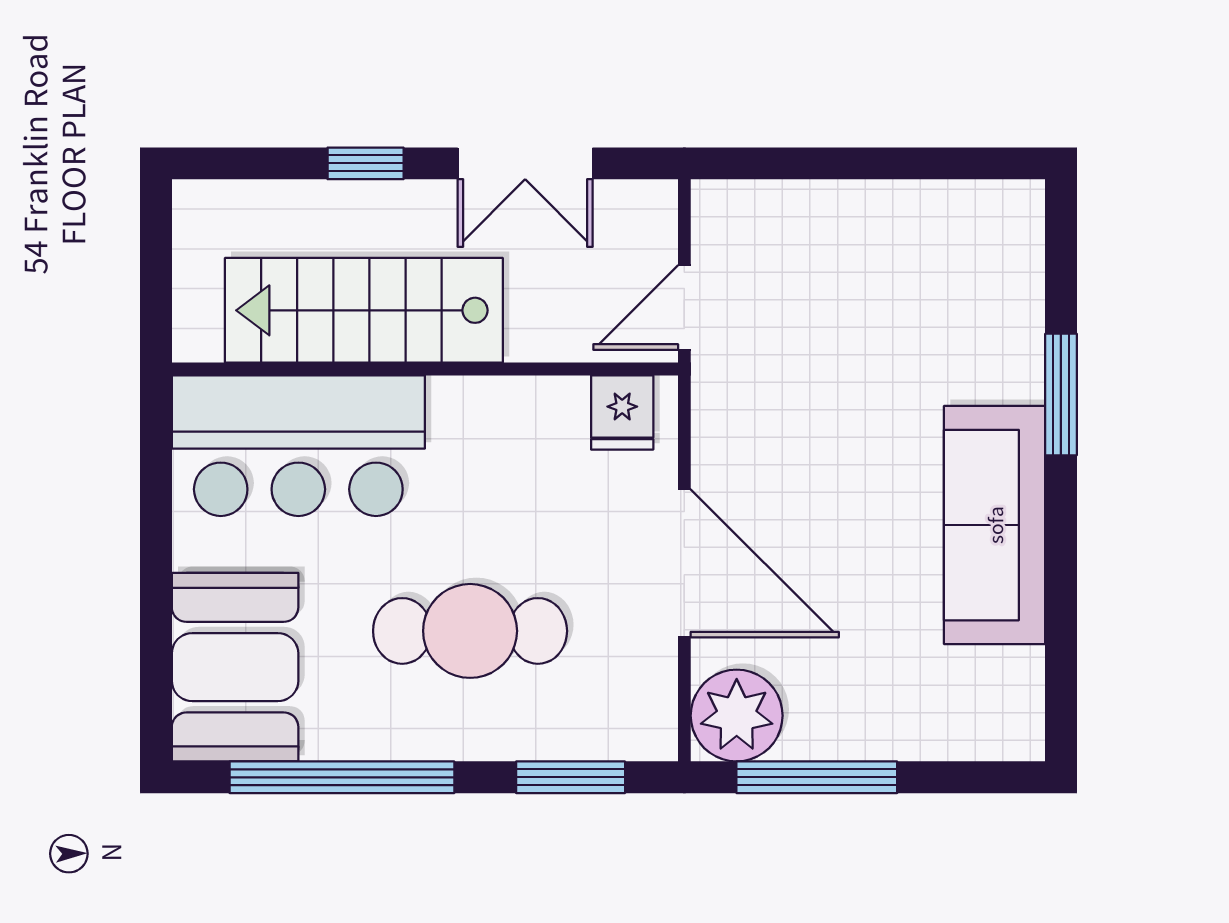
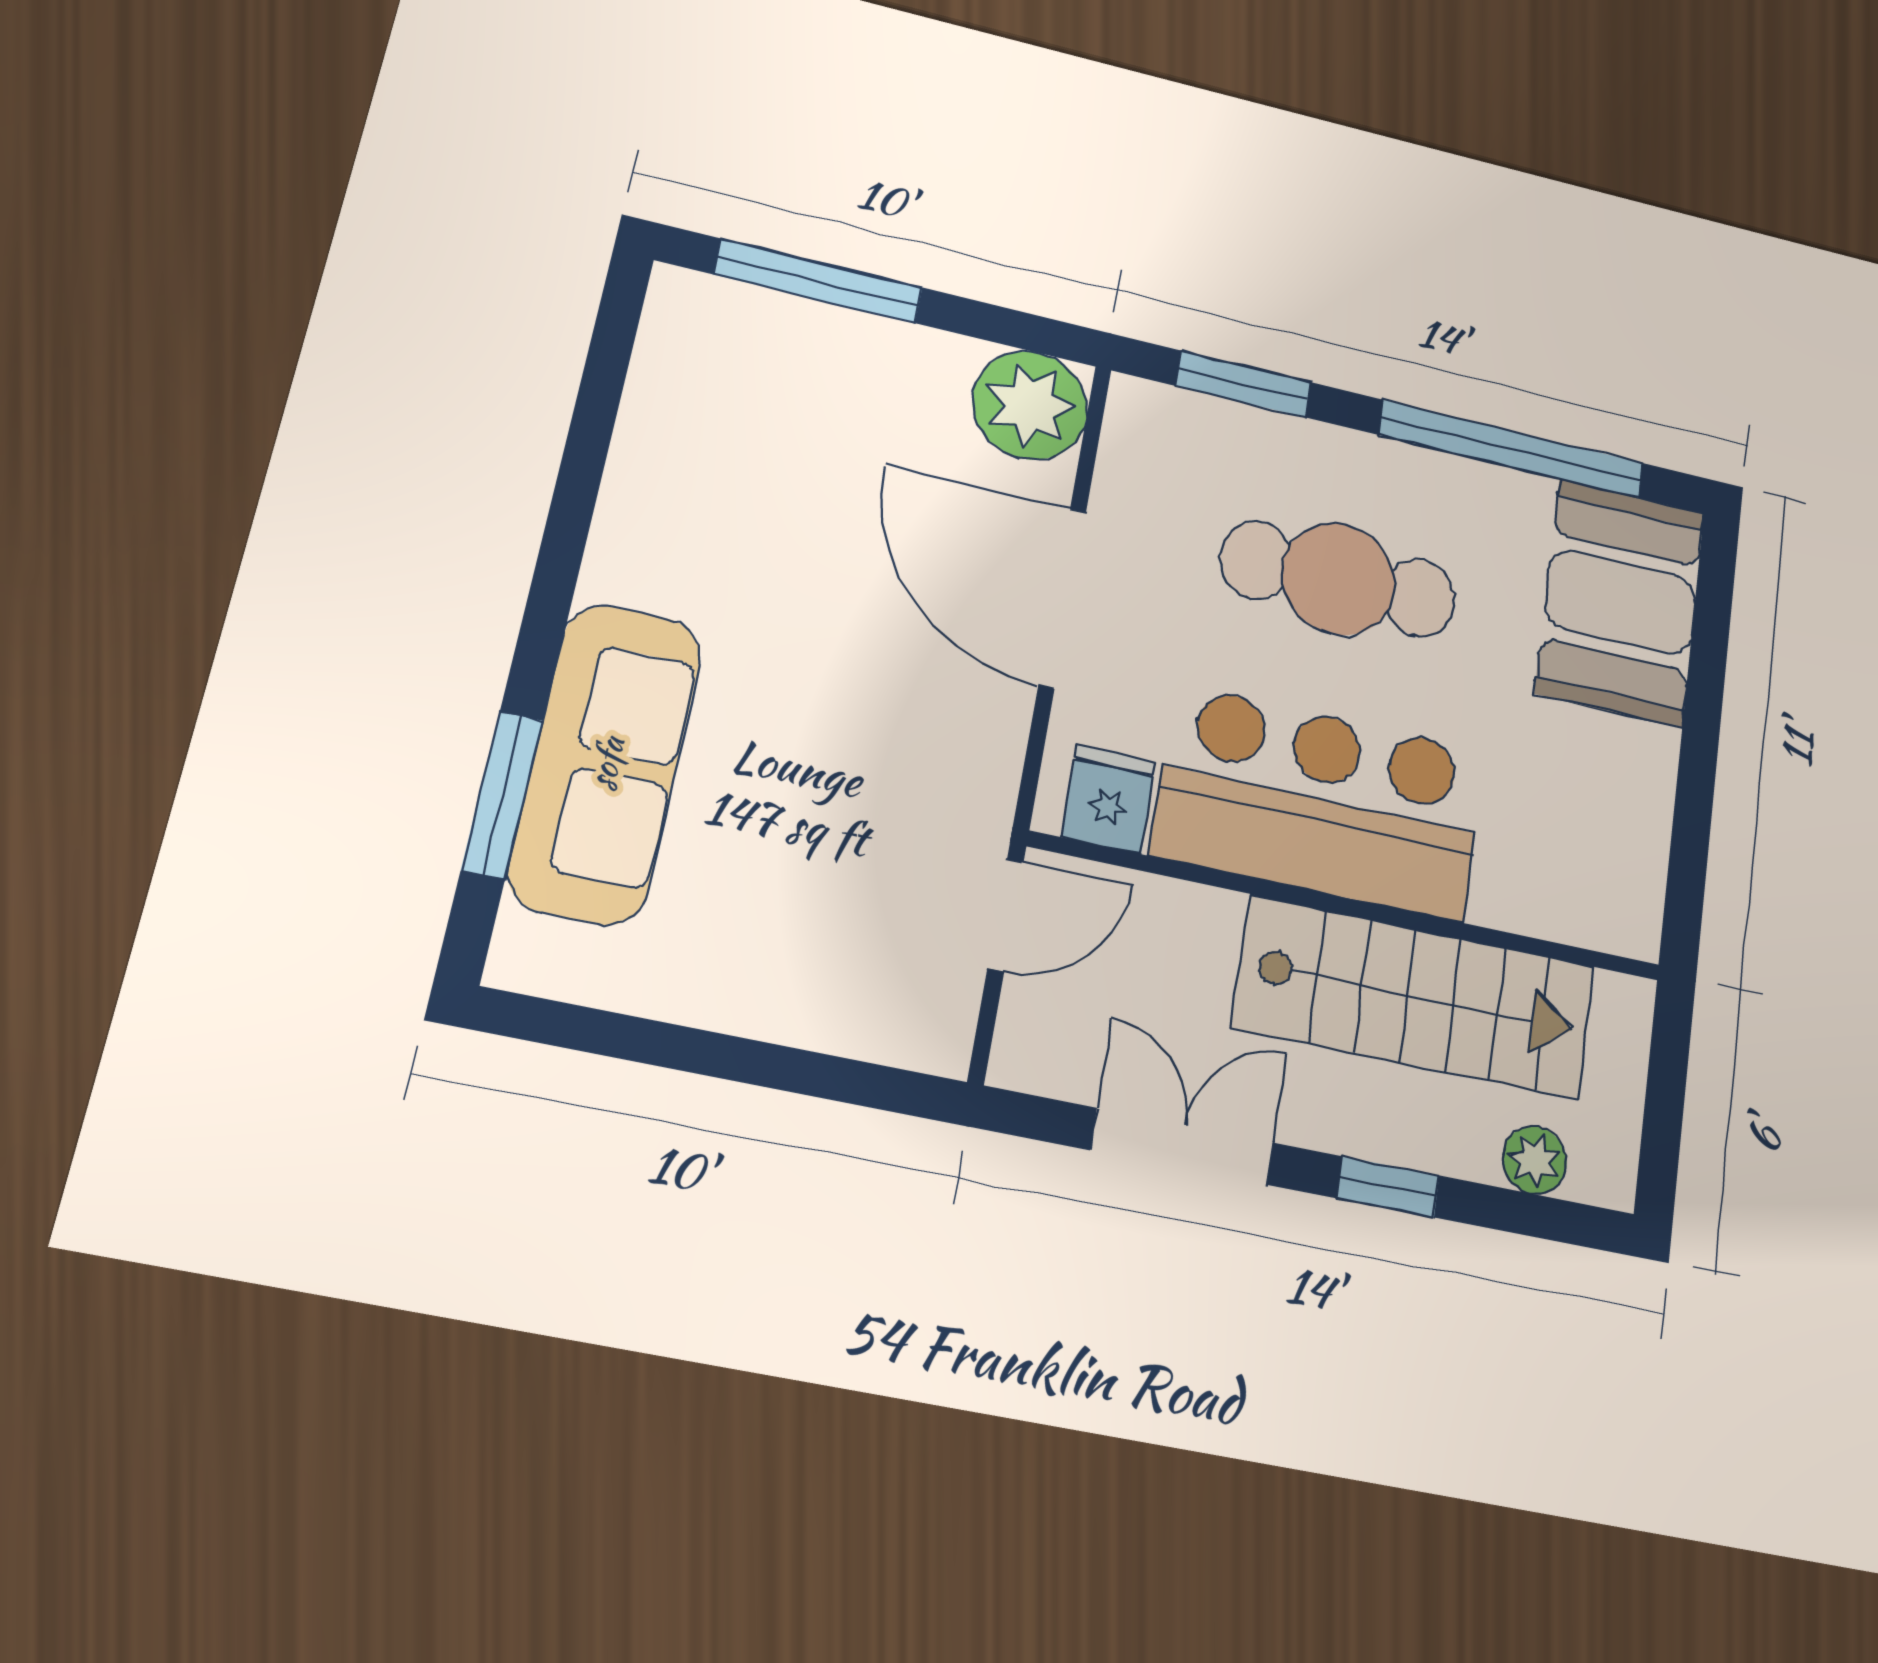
plant: (255, 205) -> (1535, 1160), added
window: (1061, 394) -> (502, 795), moved
bar counter: (298, 446) -> (1319, 803), moved
sofa: (995, 525) -> (606, 763), moved
window: (817, 777) -> (818, 281), moved

